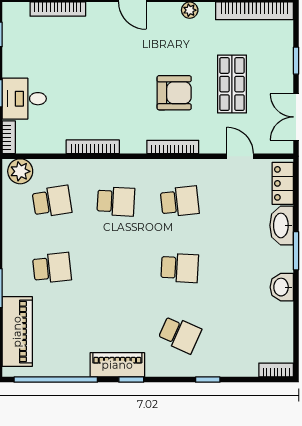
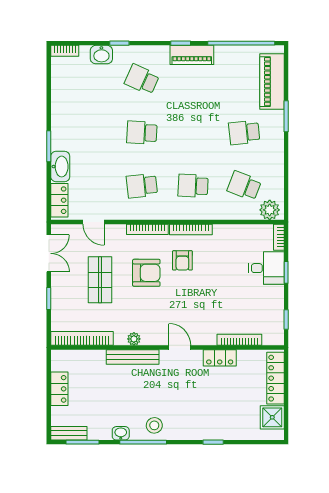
armchair: (174, 93) -> (146, 273), turned 180
armchair: (129, 108) -> (182, 260), added
bookcase: (93, 147) -> (191, 230), moved
school desk: (52, 201) -> (244, 186), turned 30
washbasin: (282, 287) -> (101, 55), moved, turned 90

